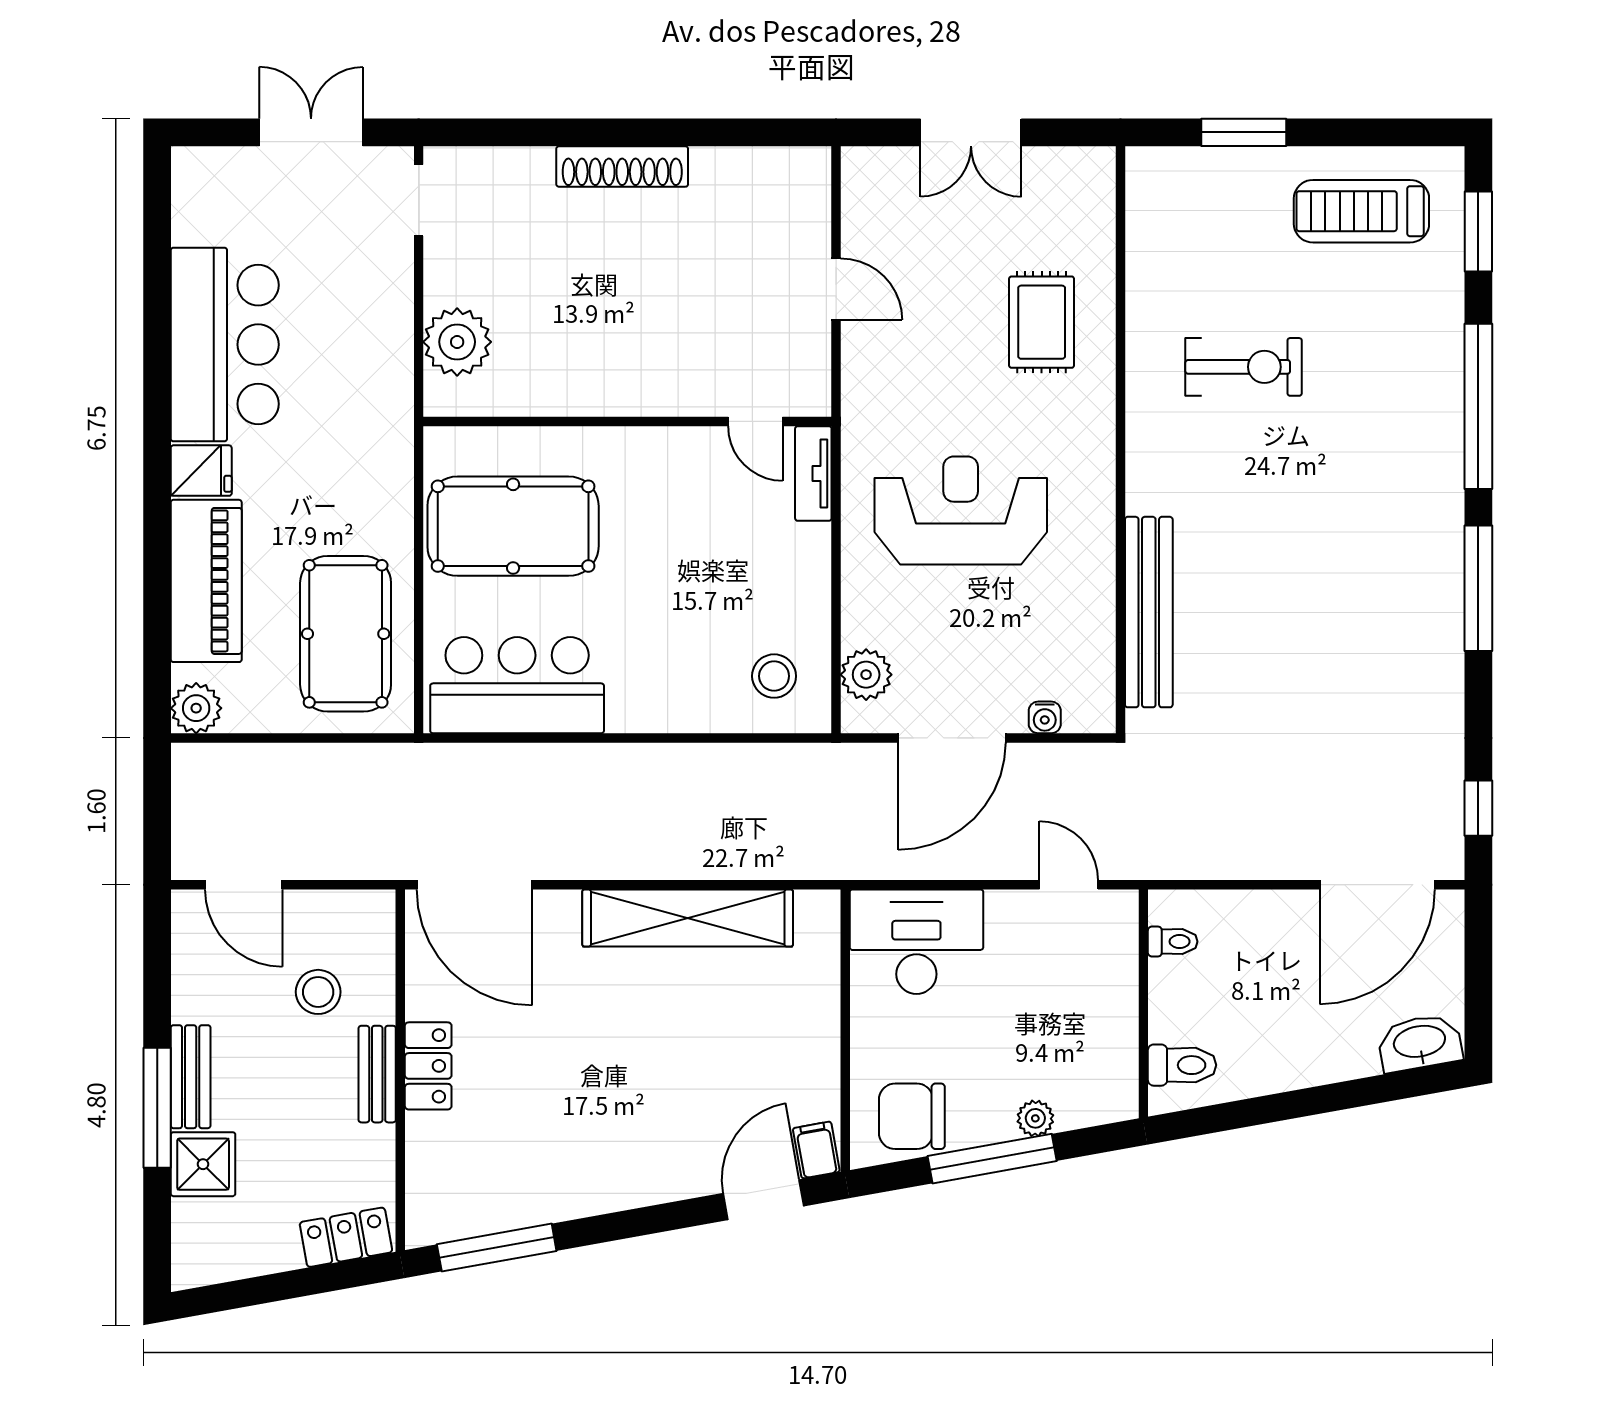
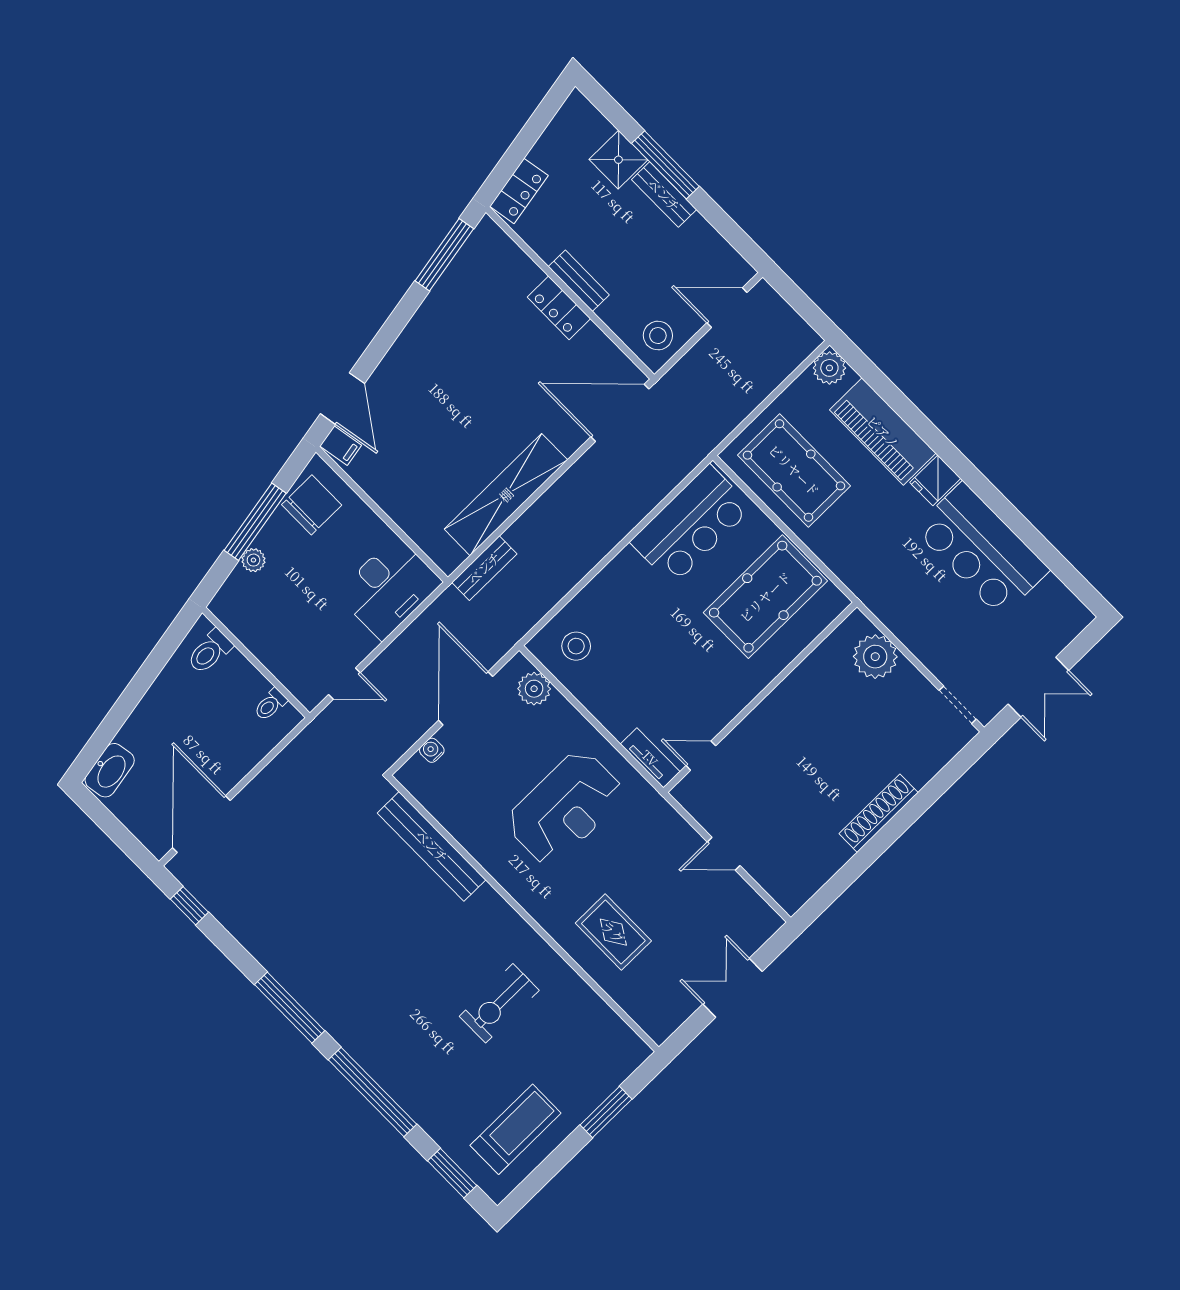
bench: (791, 861) -> (484, 568), added
stool: (318, 992) -> (658, 336), moved

